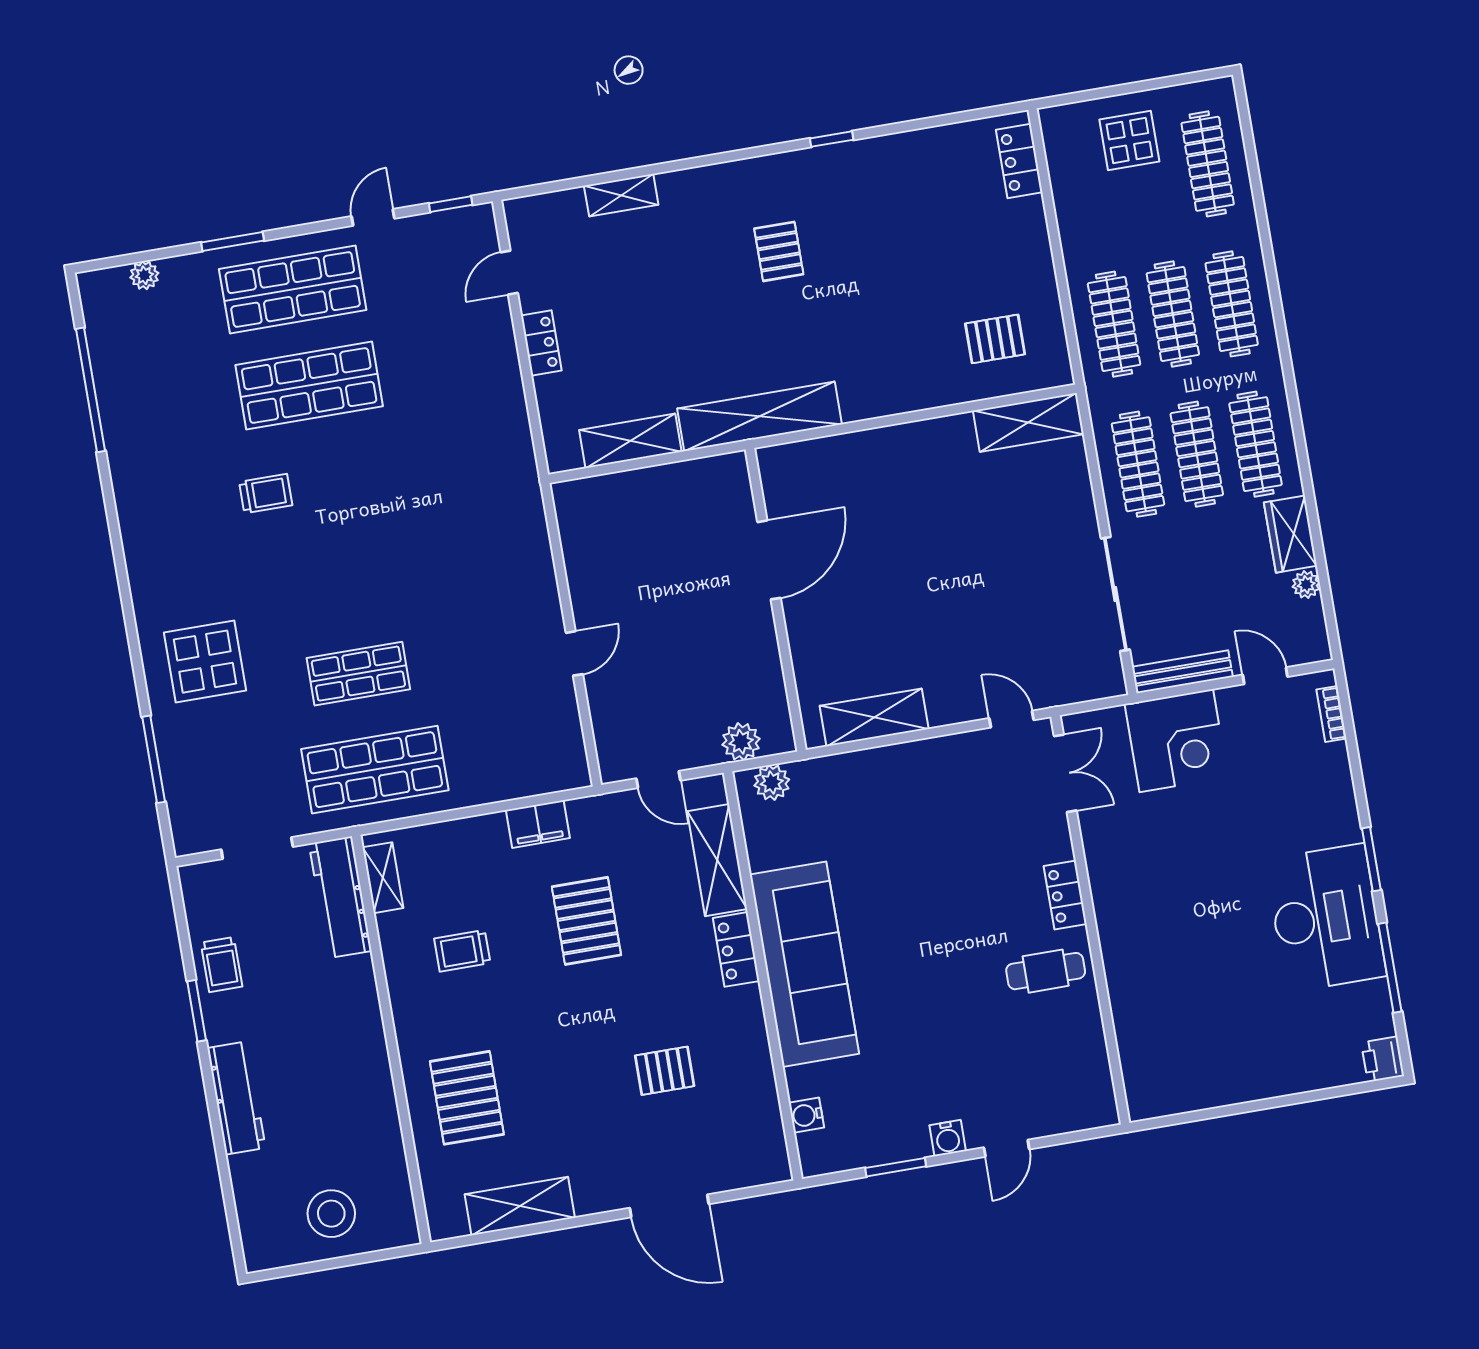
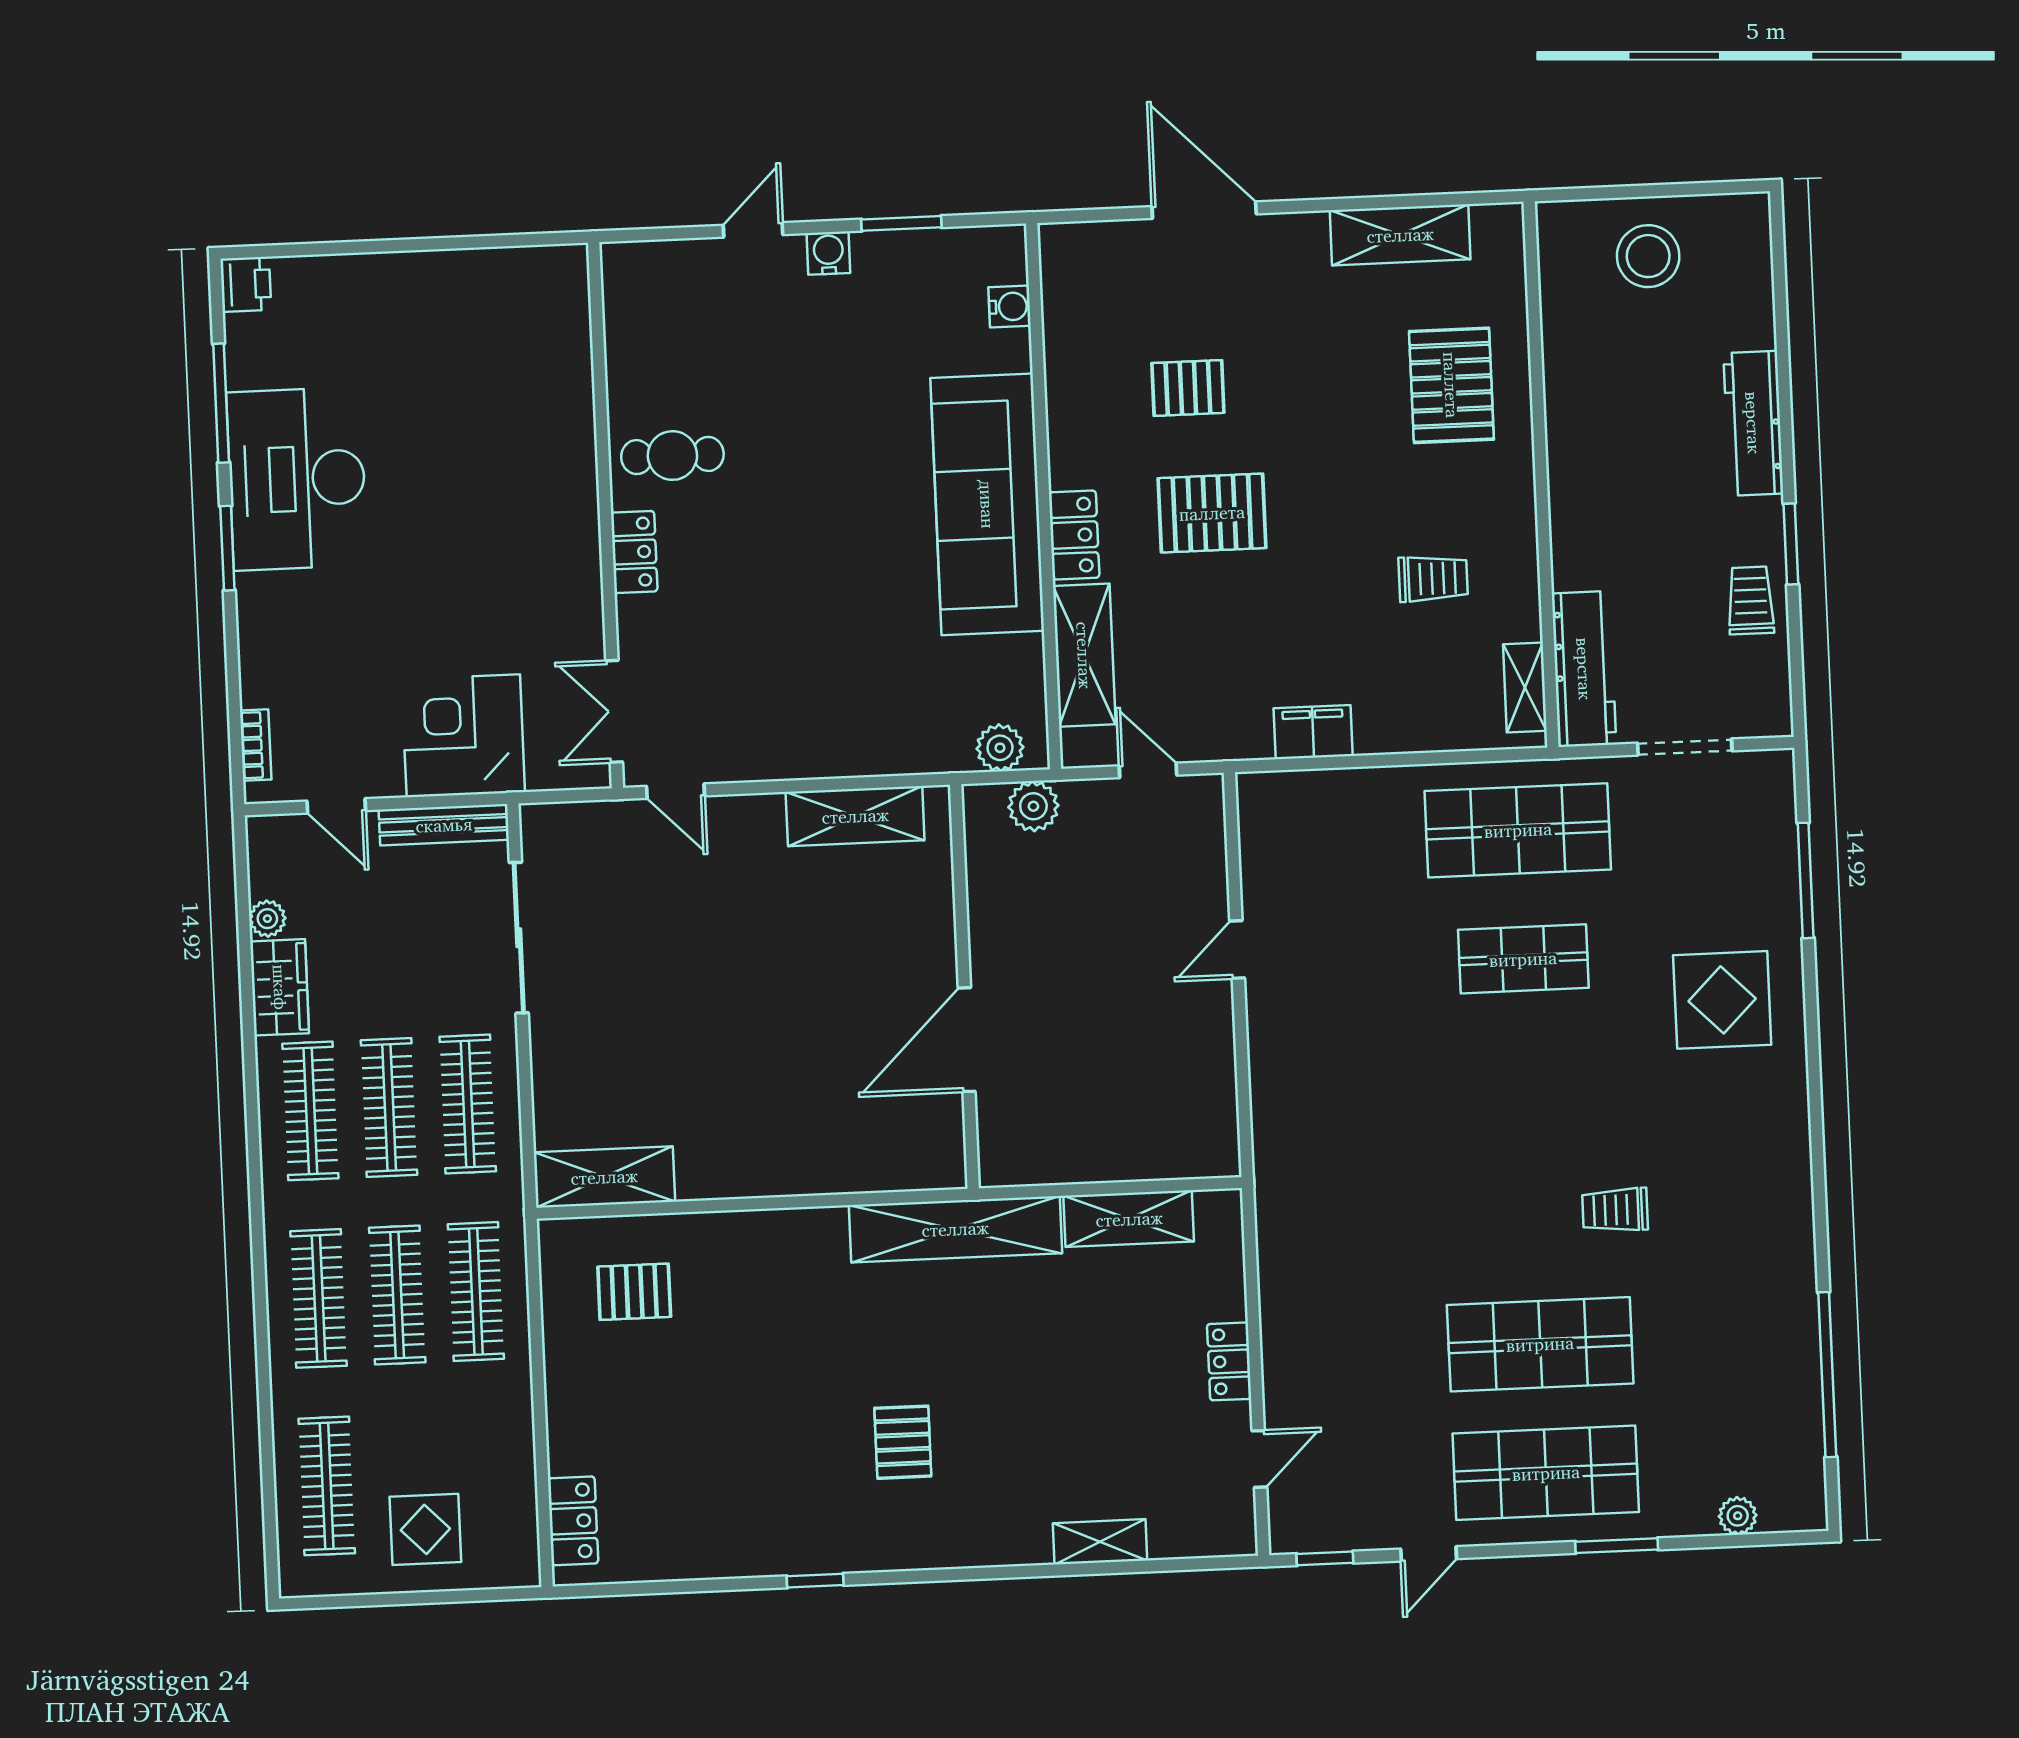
pallet: (586, 921) -> (1212, 513), moved, turned 90

